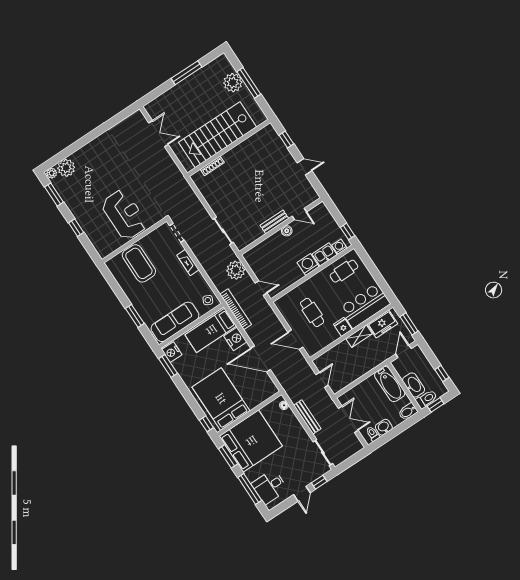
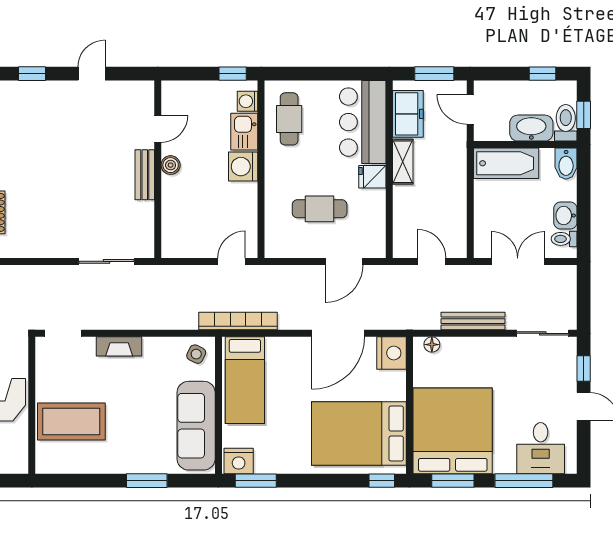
plant: (236, 270) -> (179, 282), removed
nightstand: (235, 339) -> (391, 353), moved, turned 90

